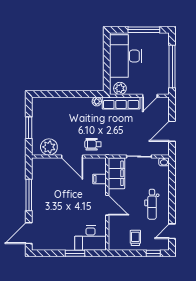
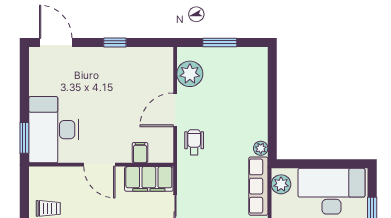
window: (29, 195) -> (115, 42), width x0.46
door: (107, 205) -> (99, 165), hinge flipped
desk: (91, 238) -> (54, 130), width x1.36, depth x1.30
window: (75, 253) -> (24, 138), moved

